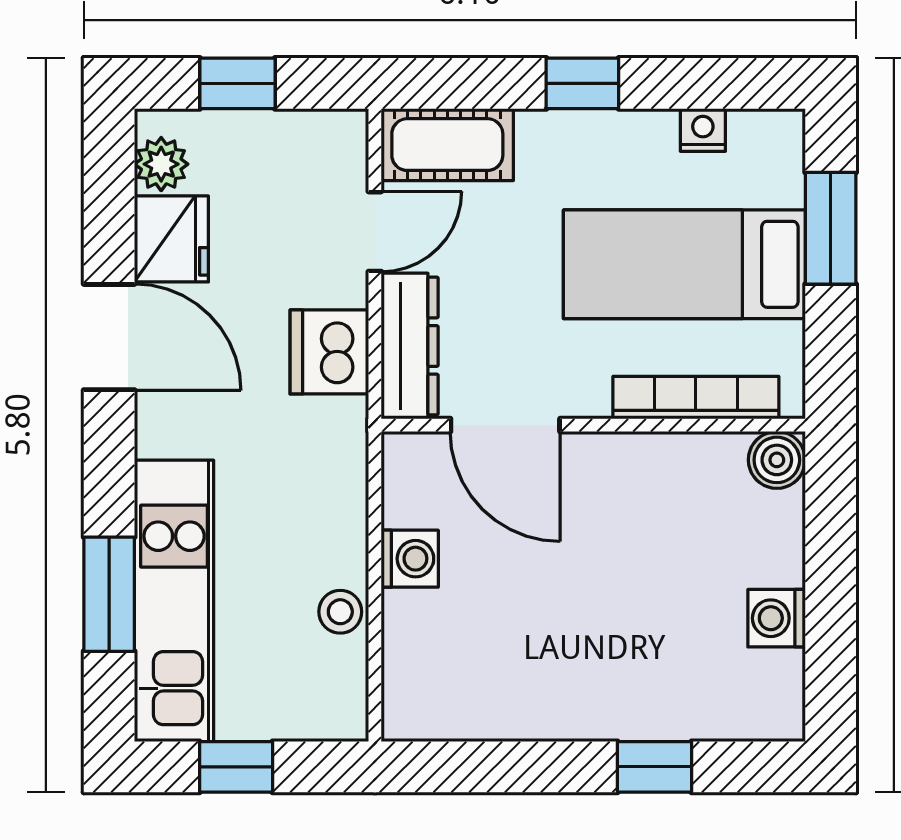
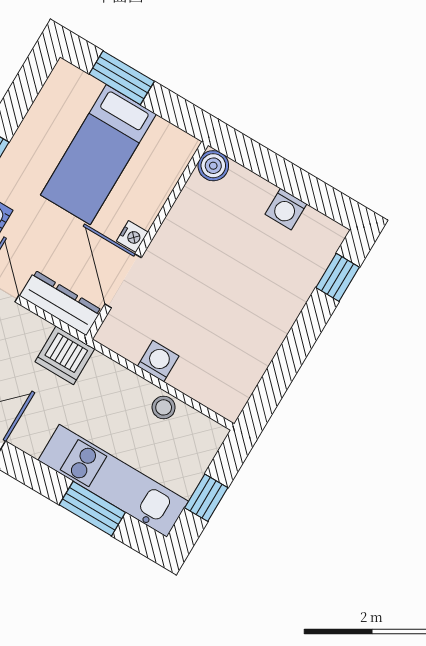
nightstand: (703, 130) -> (132, 236), moved, turned 180
dishwasher: (329, 352) -> (65, 355), moved
bookcase: (696, 398) -> (163, 186), removed
door: (505, 425) -> (123, 281), swing flipped
window: (654, 767) -> (338, 277), moved

